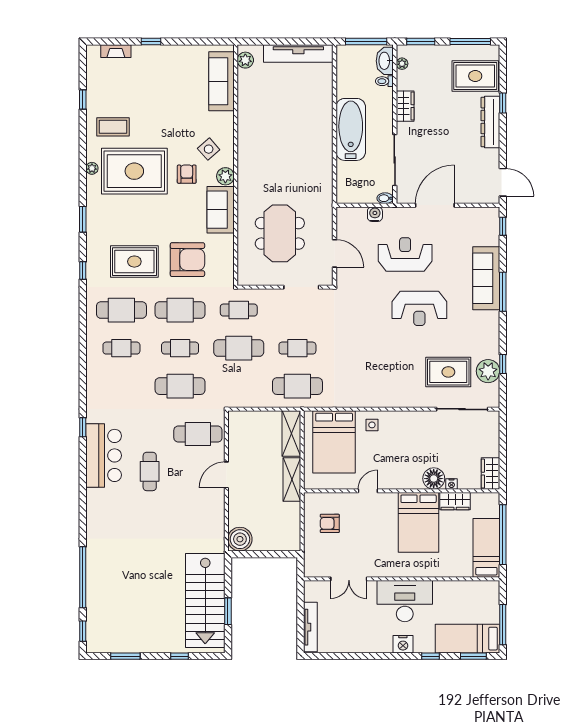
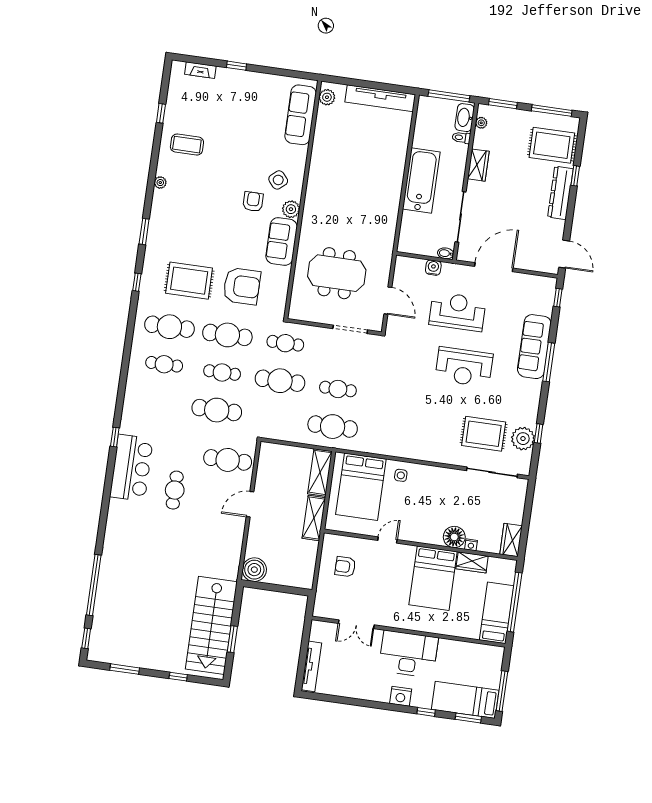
rug: (134, 171) -> (202, 191), removed
meeting table: (280, 233) -> (337, 273), turned 90

